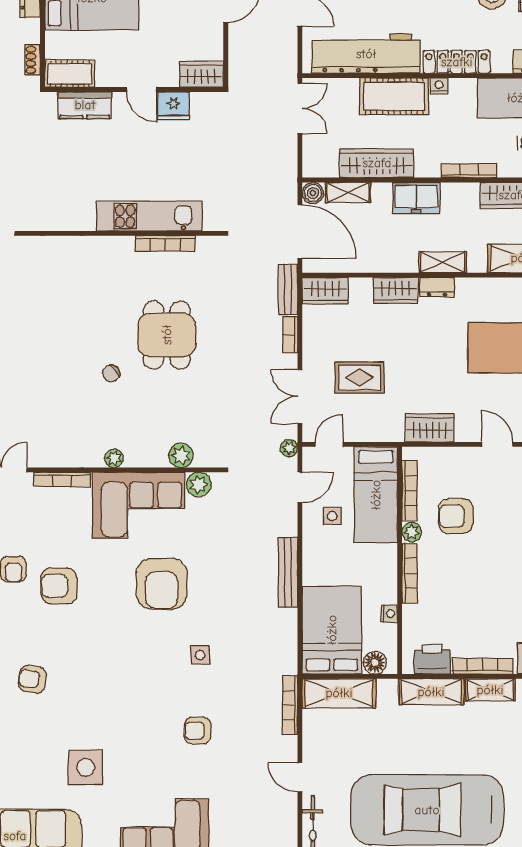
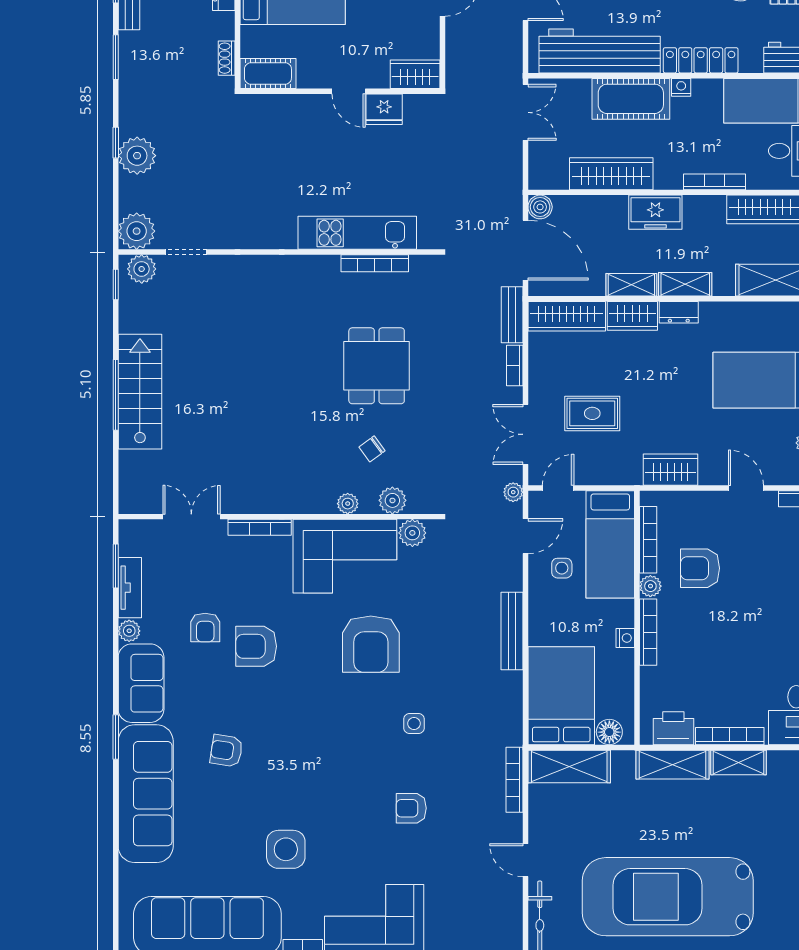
kitchen counter: (85, 105) -> (285, 109), removed
shelving: (348, 192) -> (631, 285), moved
wardrobe: (325, 291) -> (567, 316), width x1.50
chair: (111, 373) -> (372, 449), moved
plant: (114, 458) -> (348, 504), moved
nightstand: (389, 614) -> (625, 638), moved

